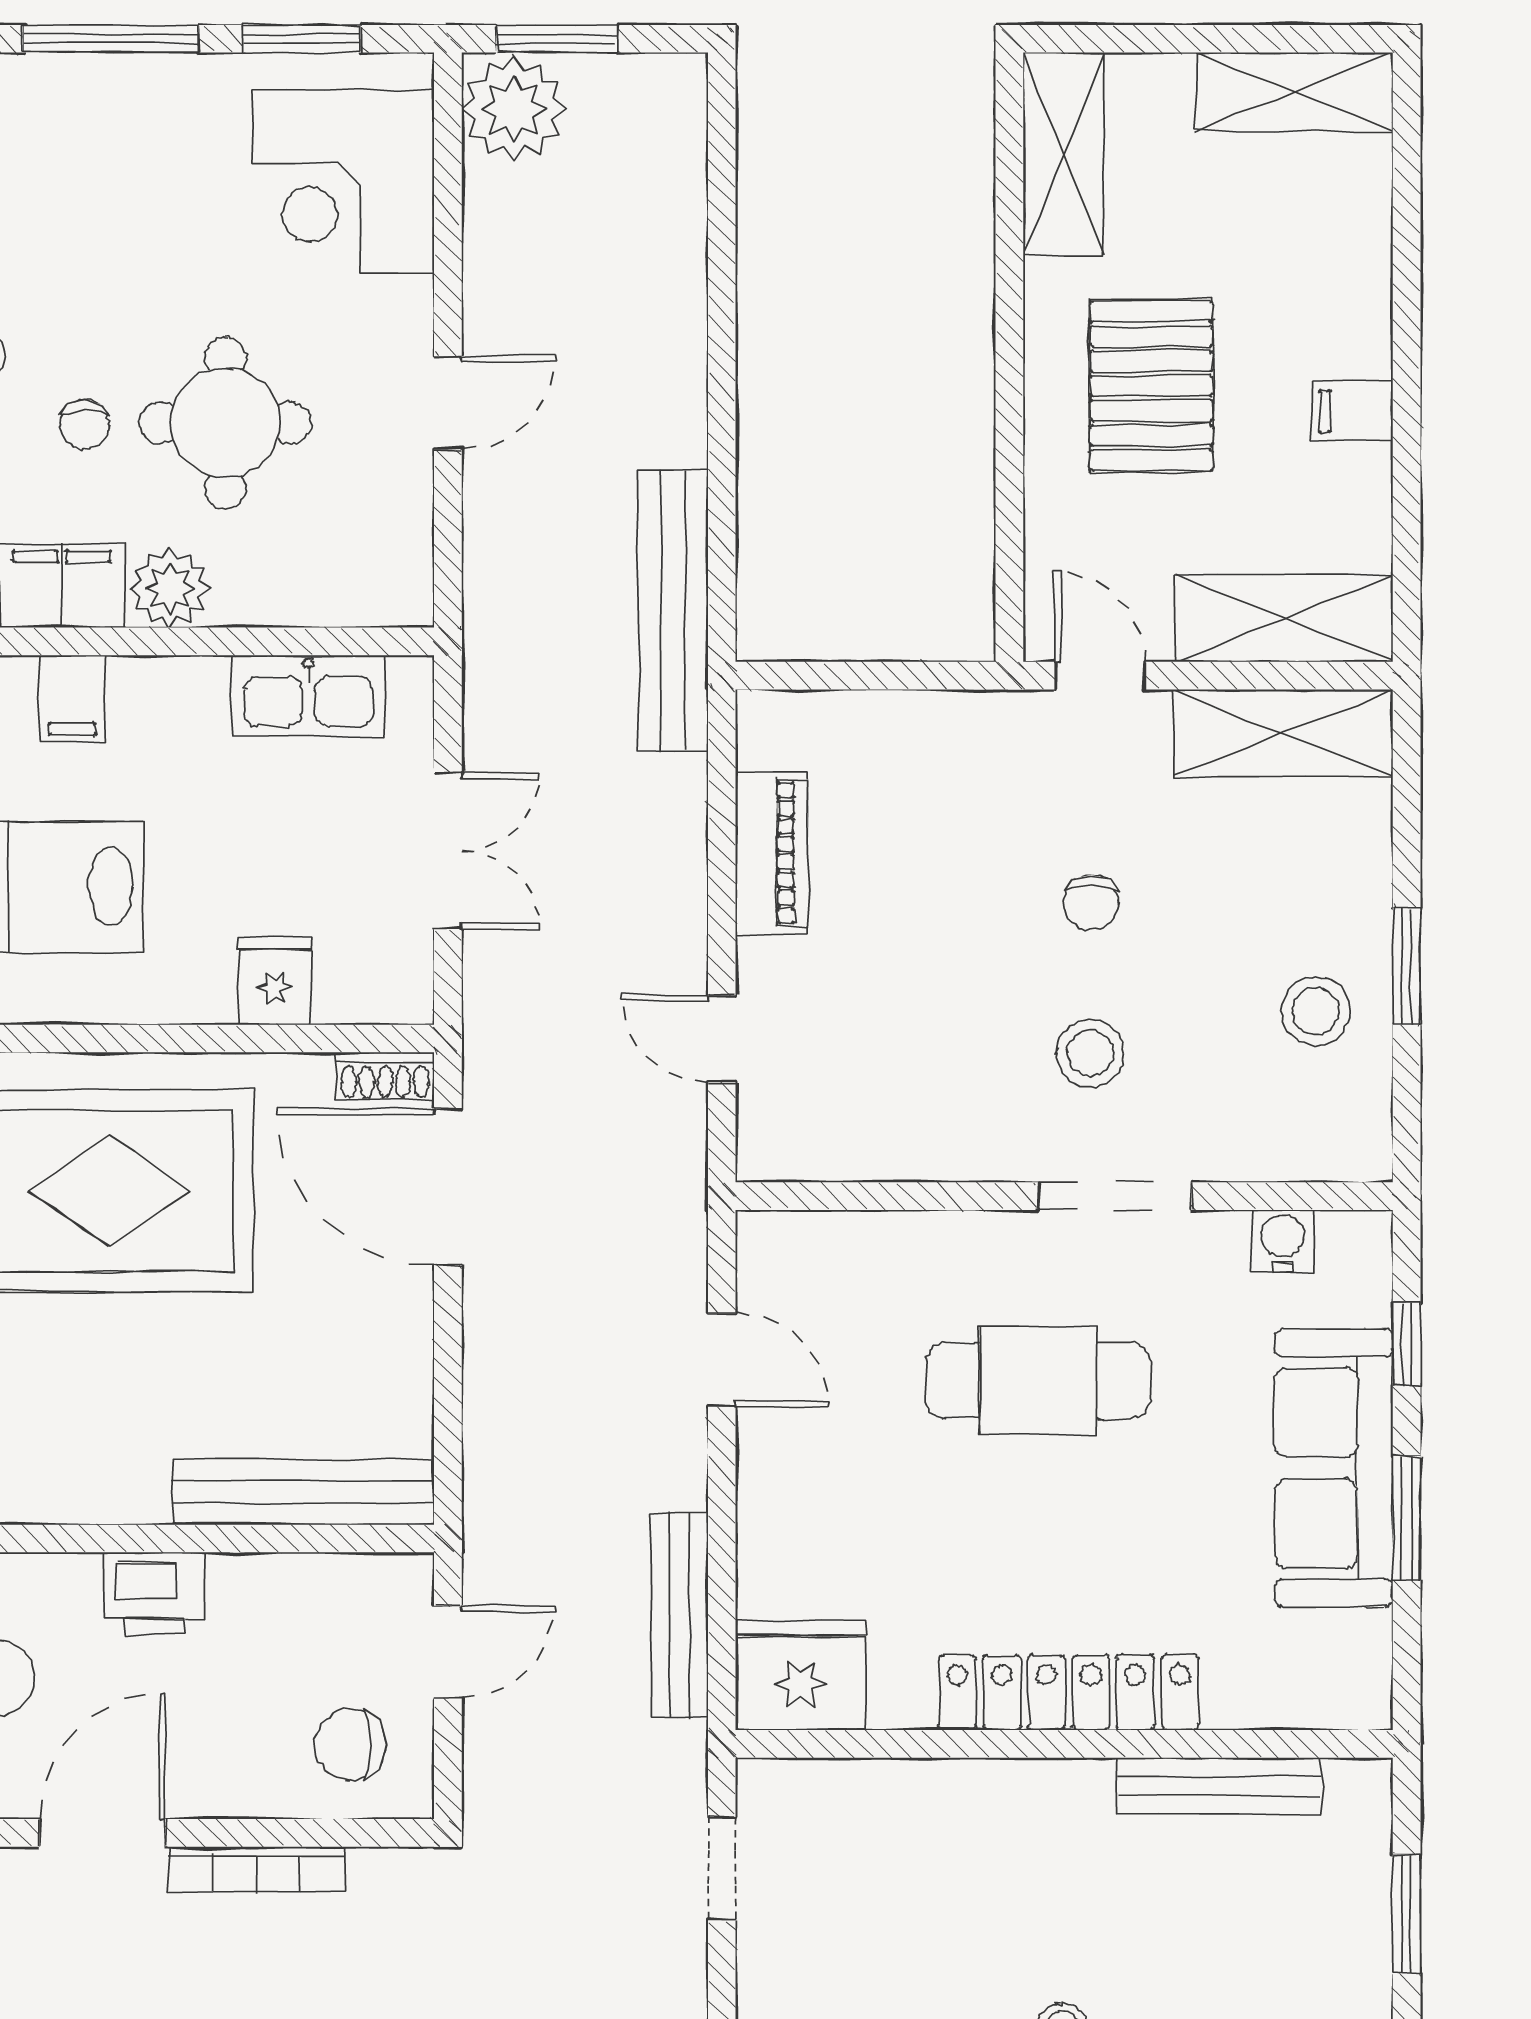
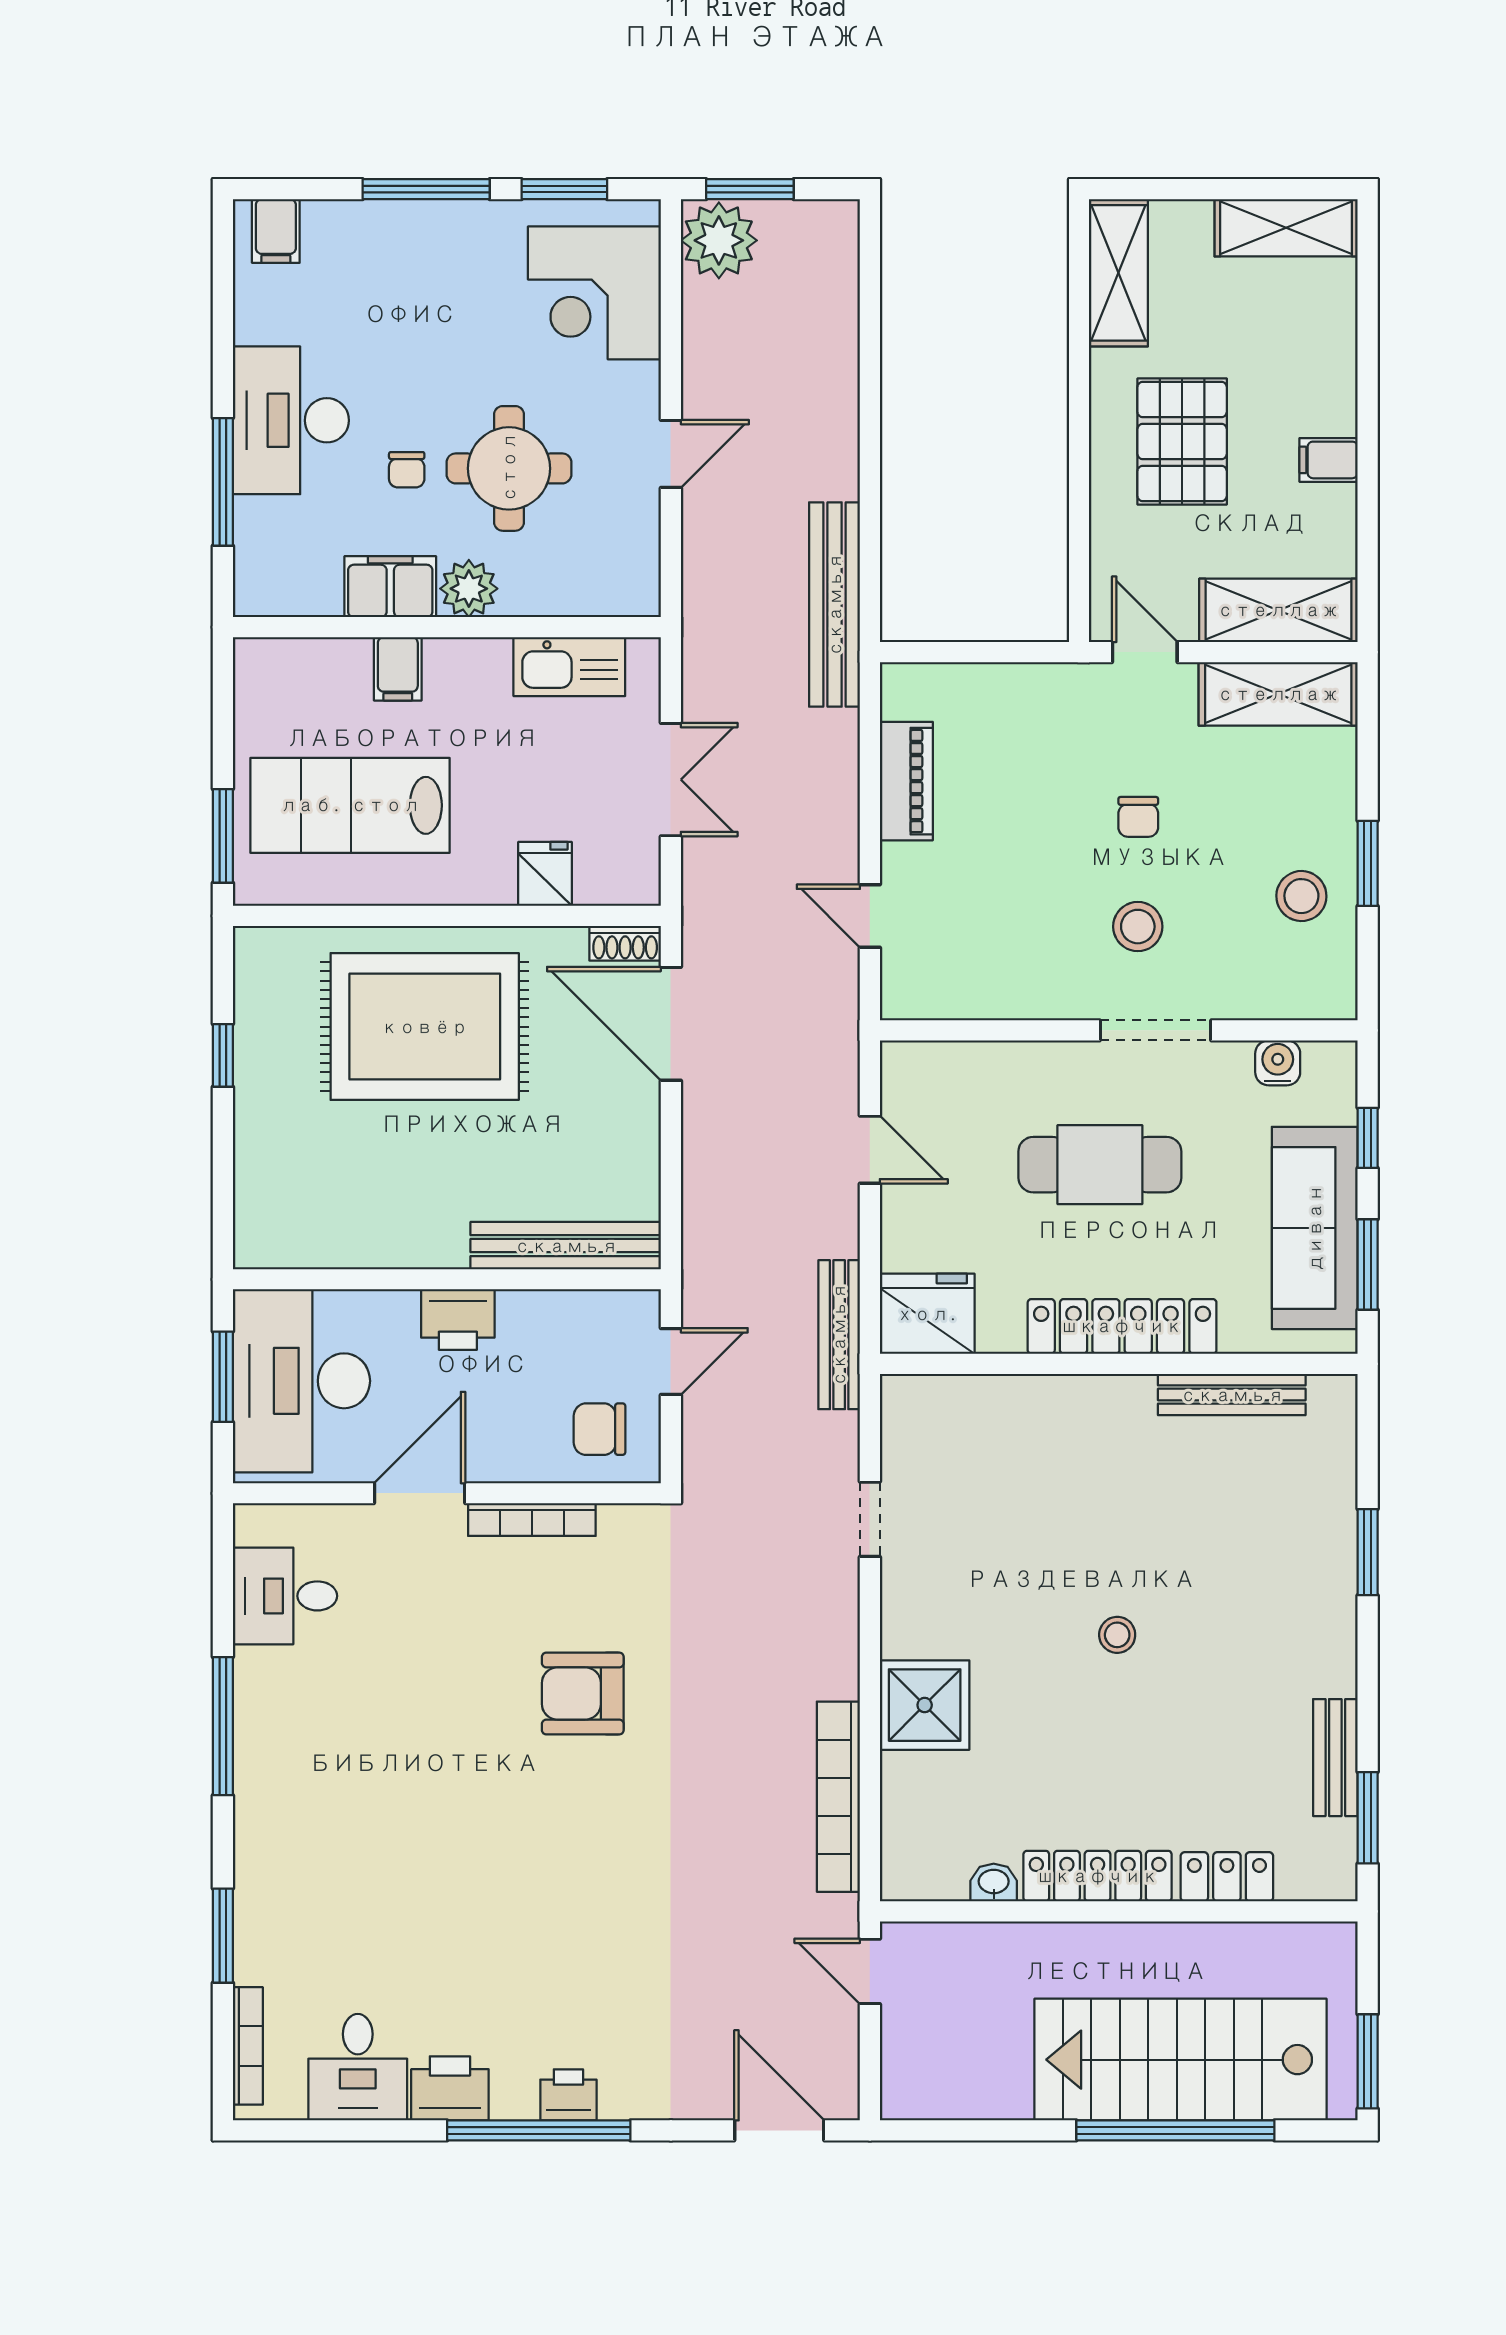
fridge: (801, 1675) -> (927, 1314), moved
locker: (1069, 1692) -> (1122, 1326), moved
wall: (1064, 1744) -> (1119, 1364), moved
bench: (1220, 1786) -> (1232, 1395), moved

